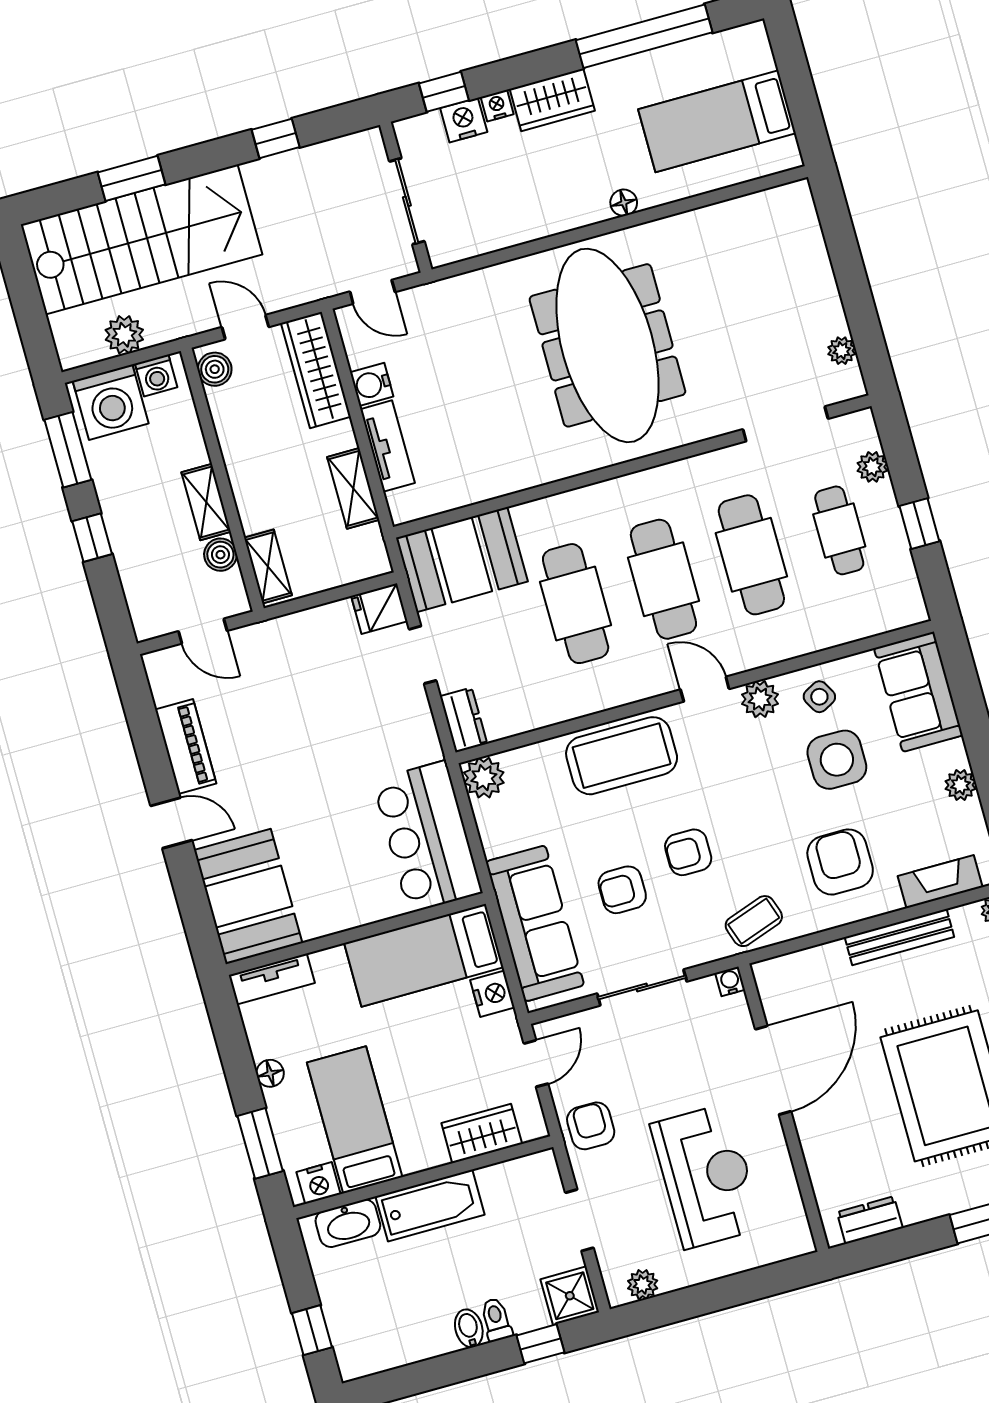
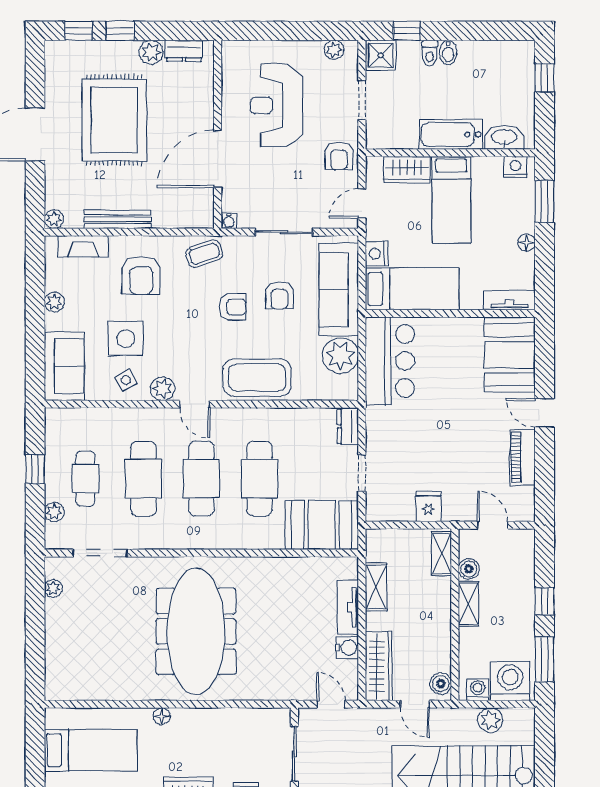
fridge: (379, 609) -> (428, 506), moved, turned -90
plant: (484, 778) -> (340, 356), moved, width x1.36, depth x1.36
armchair: (622, 890) -> (279, 295), turned 90
bed: (355, 1120) -> (451, 200), moved
plant: (919, 1204) -> (151, 52), added

